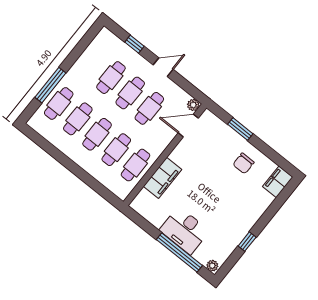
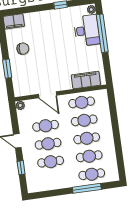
door: (188, 126) -> (48, 95), moved
filing cabinet: (163, 178) -> (86, 80), moved
desk: (184, 230) -> (87, 30), moved

